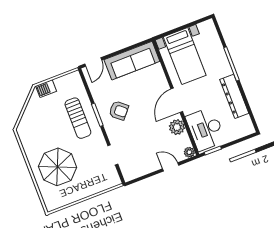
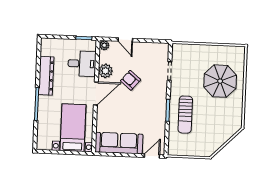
barbecue: (46, 89) -> (201, 151), removed
armchair: (119, 110) -> (131, 80), moved
sun lounger: (78, 118) -> (185, 115), turned 180
desk: (206, 129) -> (82, 64), width x0.73

